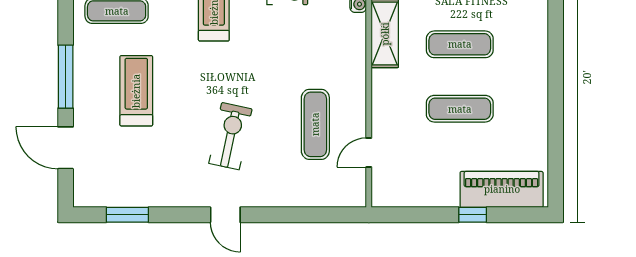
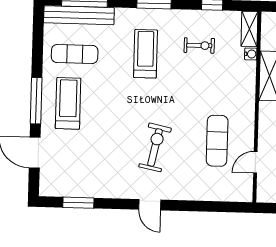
treadmill: (136, 91) -> (68, 103), moved

